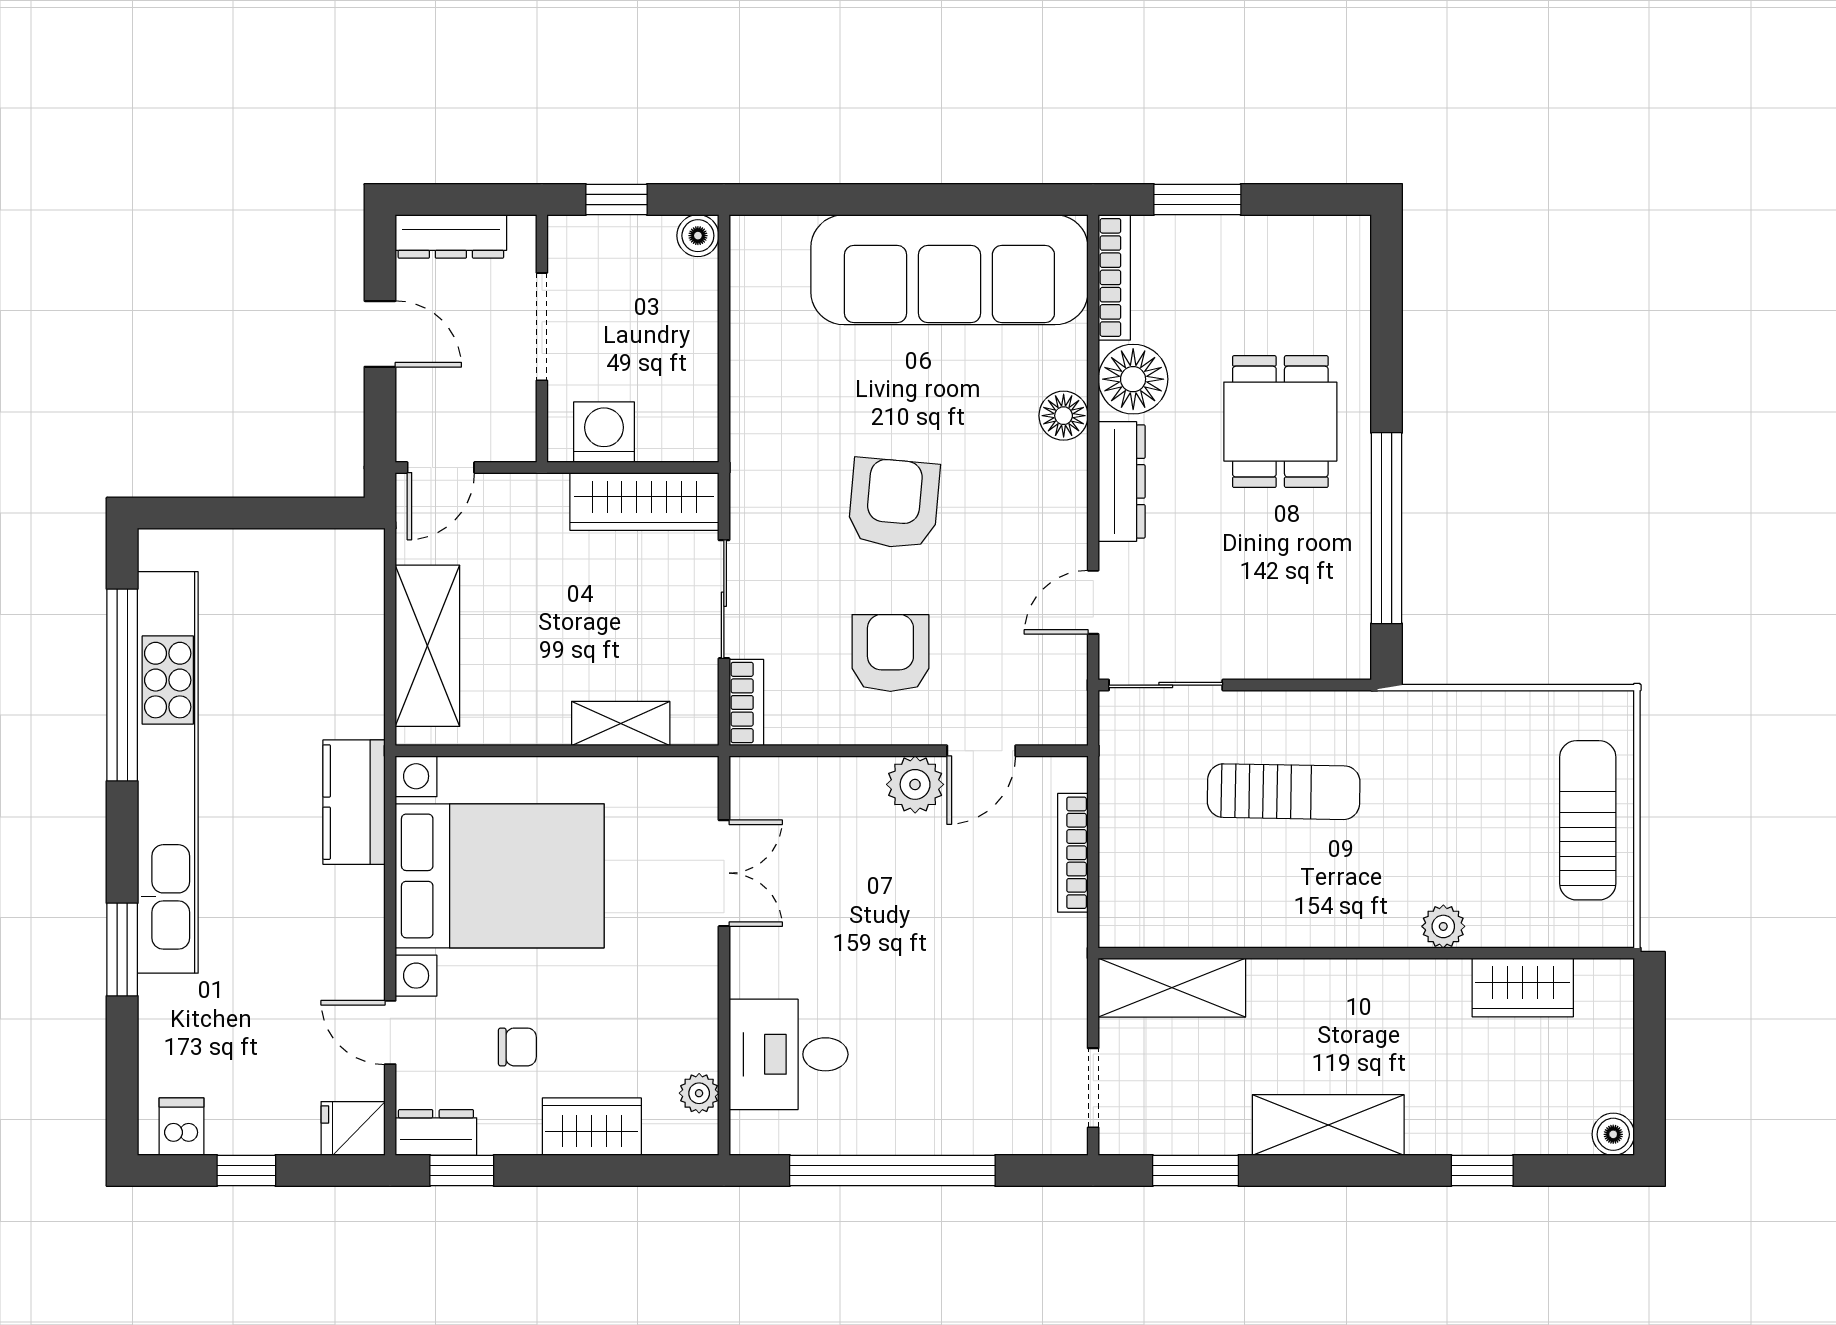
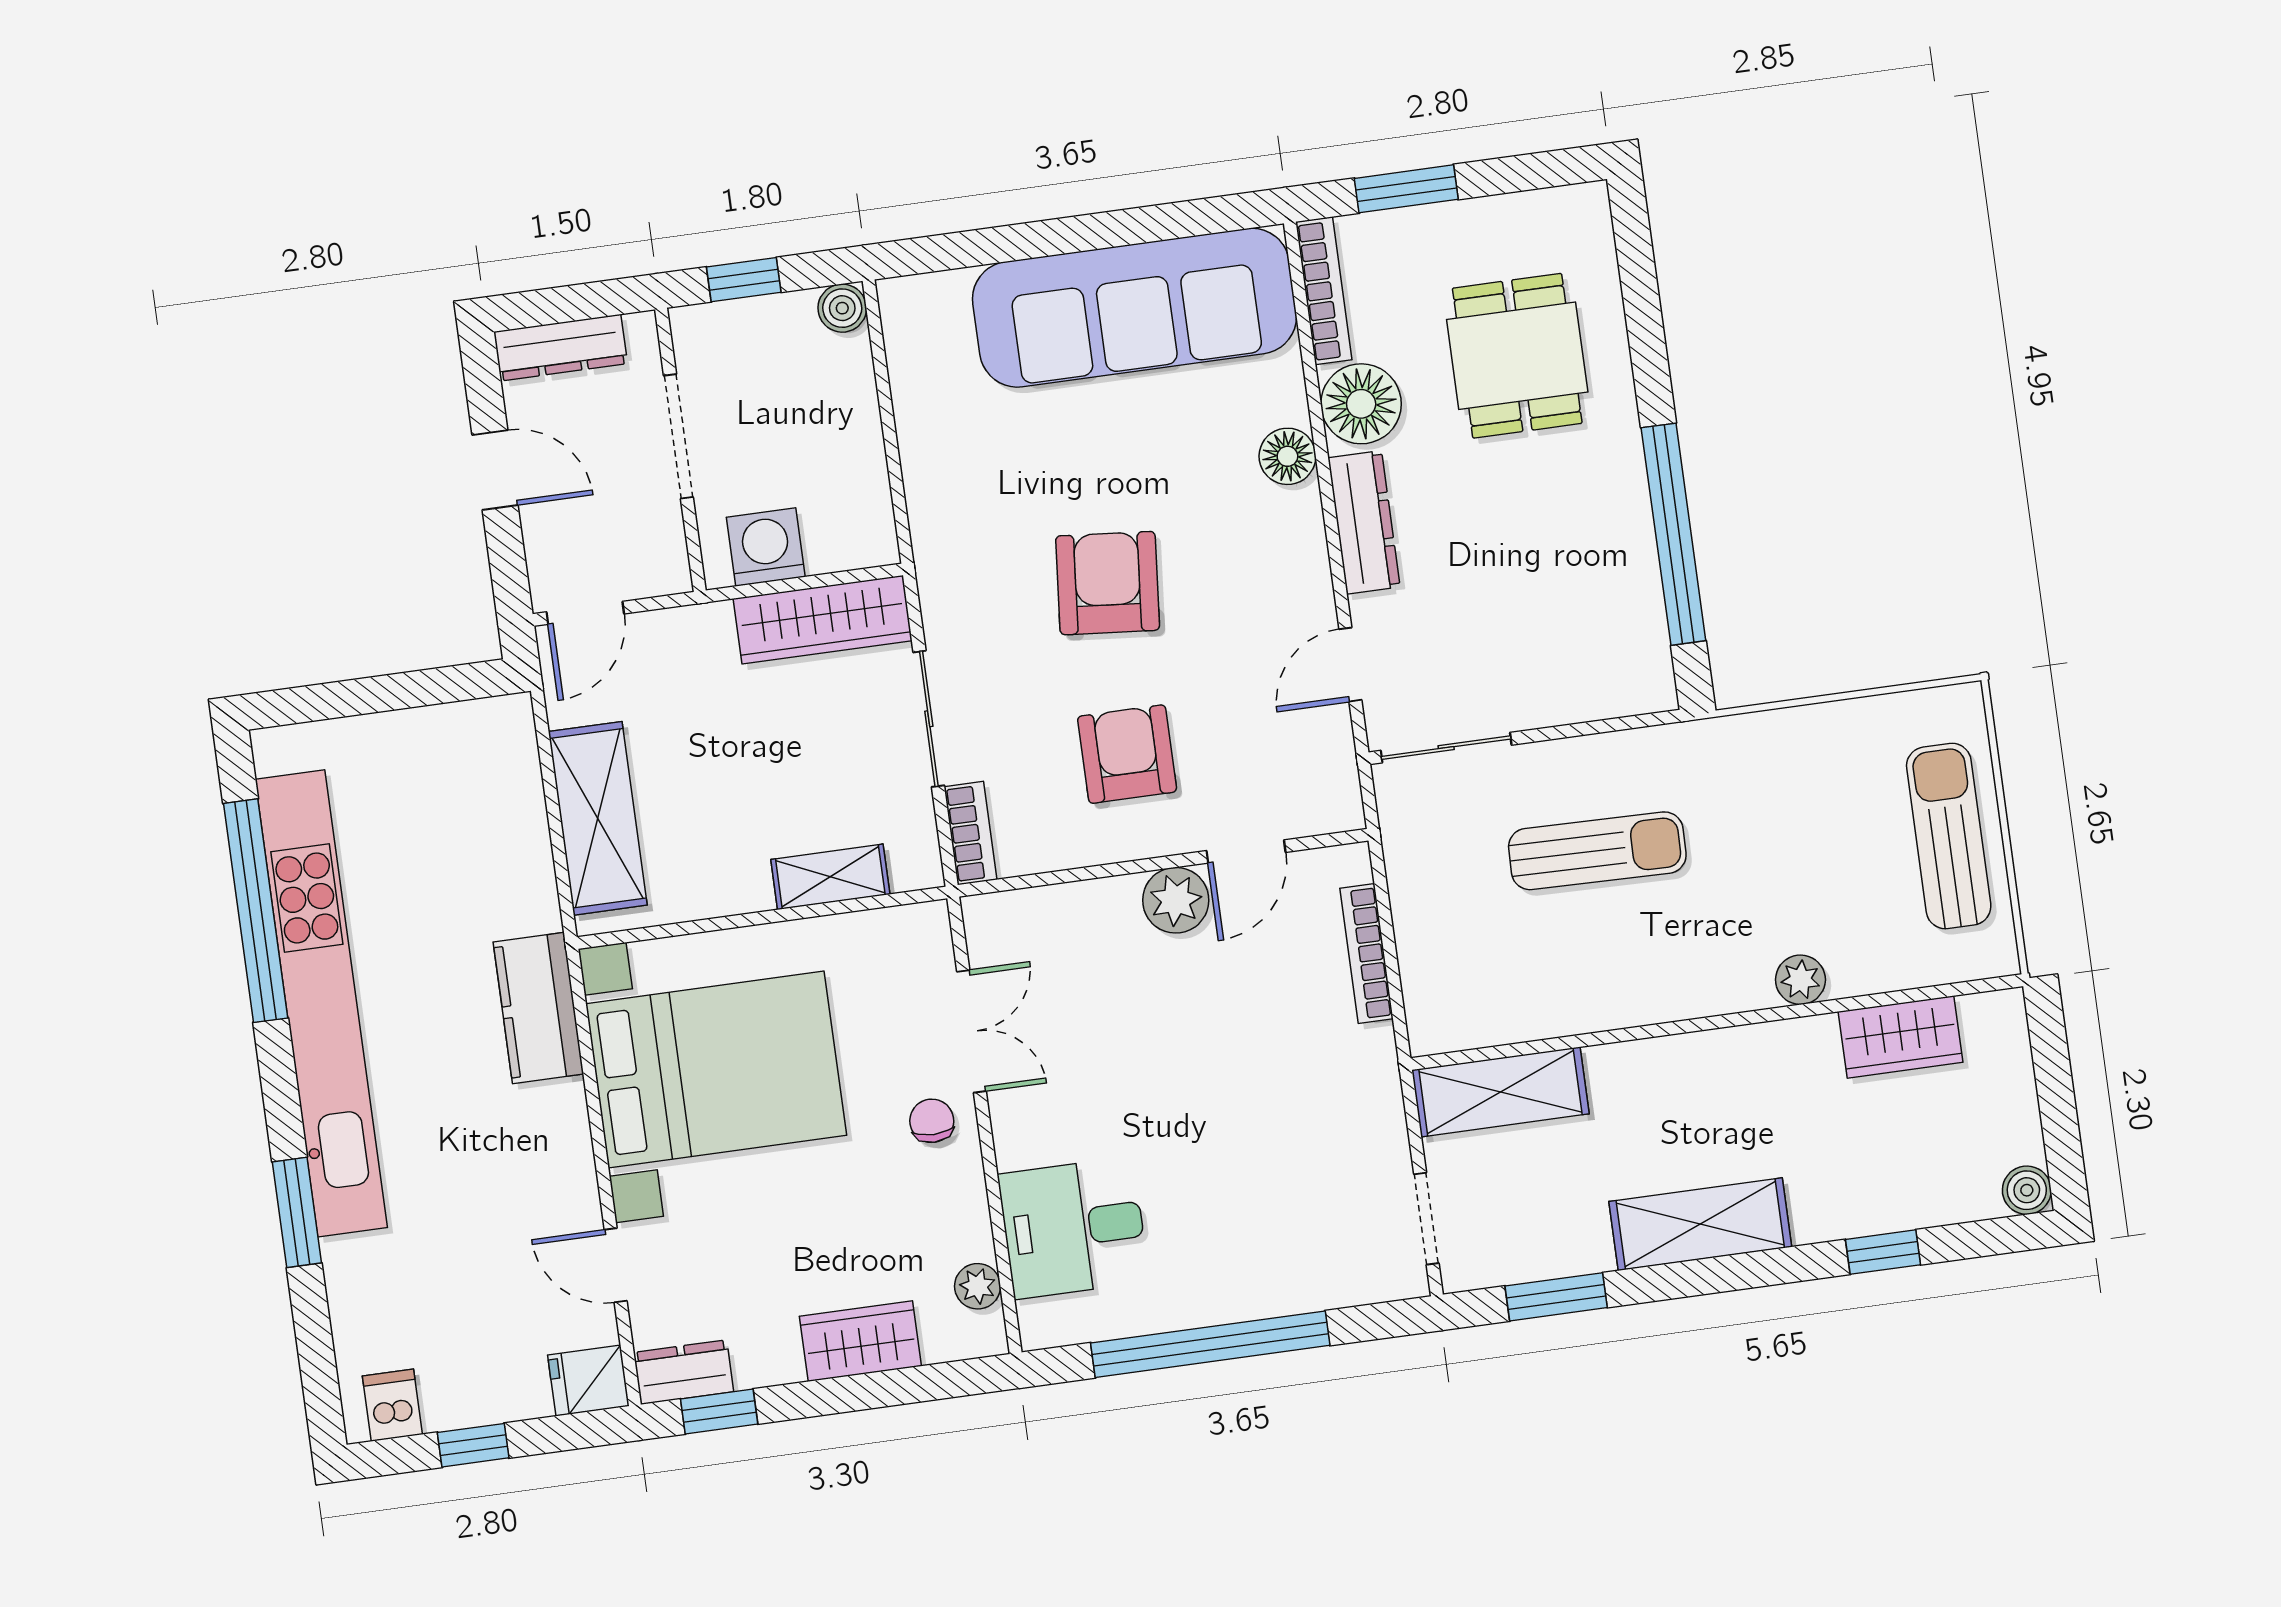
dining table: (1280, 422) -> (1517, 356), moved
chair: (517, 1047) -> (932, 1121), moved, turned -90

